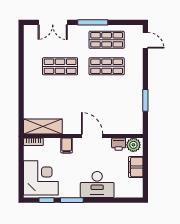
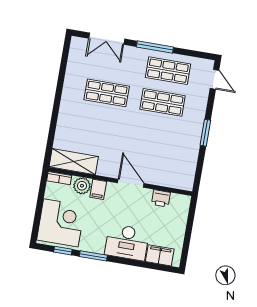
window: (145, 100) -> (205, 133), moved
plant: (133, 145) -> (82, 186), moved
filing cabinet: (136, 167) -> (160, 255), moved, turned 90

